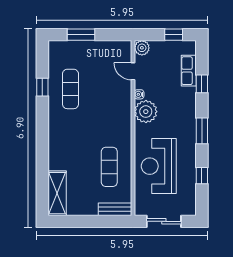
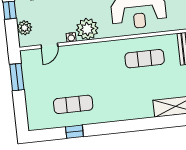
window: (81, 35) -> (17, 77), moved
plant: (142, 48) -> (24, 28), moved

